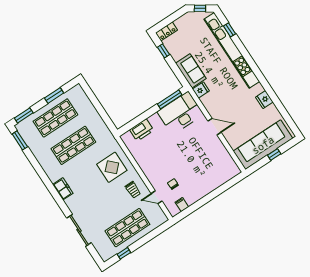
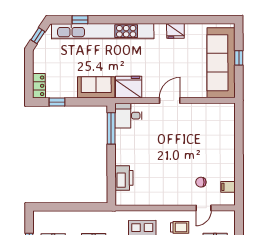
fridge: (201, 90) -> (129, 87), width x1.88, depth x1.34
desk: (180, 113) -> (128, 116), width x0.53, depth x0.77

